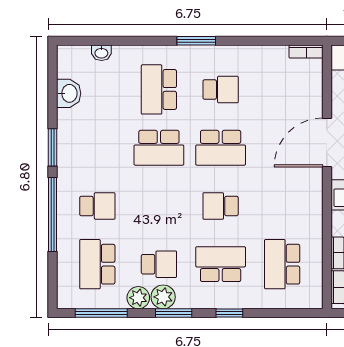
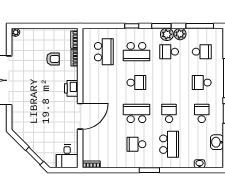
school desk: (97, 148) -> (202, 113), added
school desk: (159, 148) -> (169, 113), width x0.54
school desk: (97, 264) -> (202, 52), width x0.54

